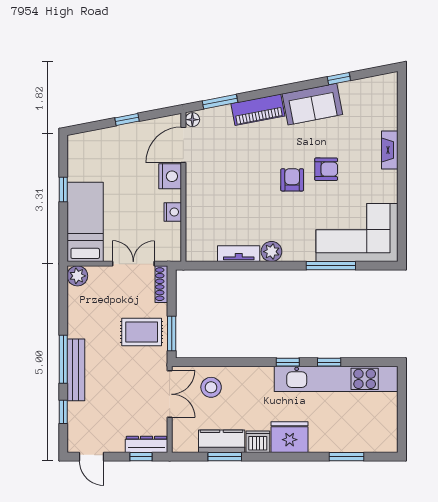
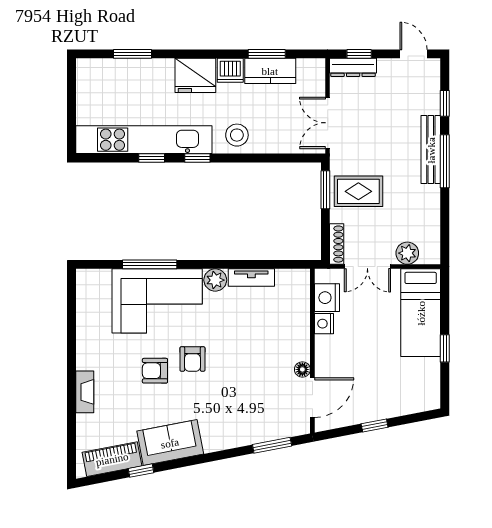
piano: (258, 110) -> (112, 459), moved
floor lamp: (192, 120) -> (302, 369), moved
nightstand: (170, 176) -> (327, 298), moved
corner sofa: (357, 233) -> (157, 301), moved
plant: (77, 276) -> (407, 253), moved
stool: (211, 387) -> (237, 135), moved

